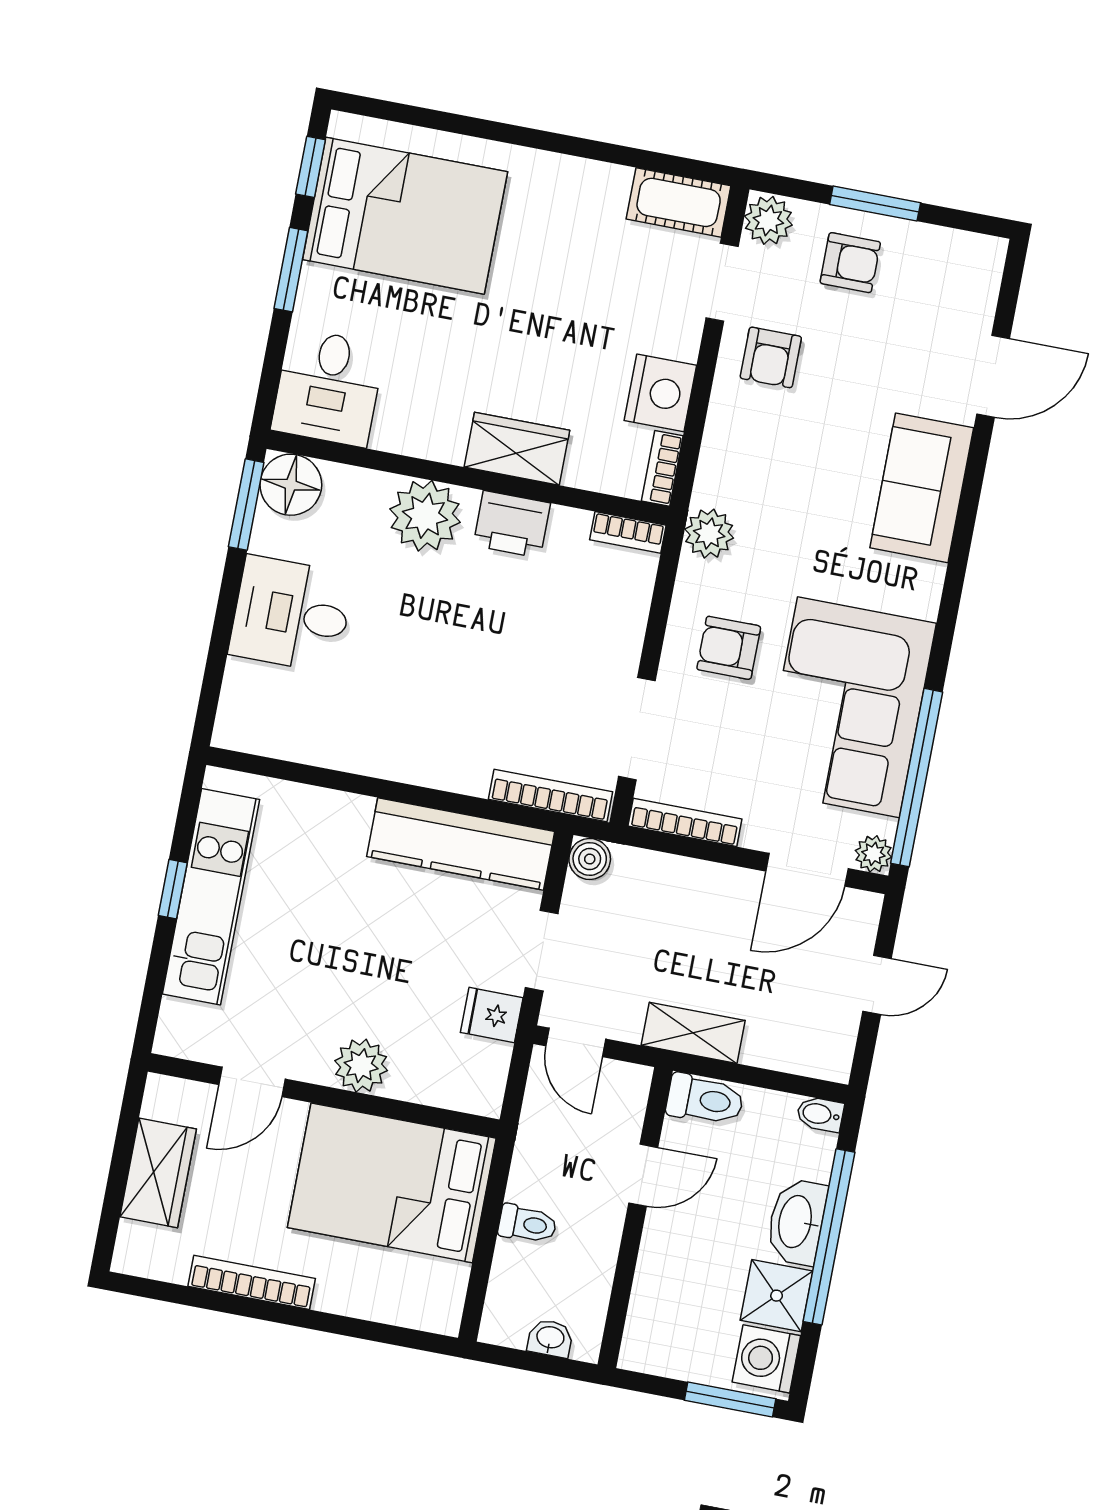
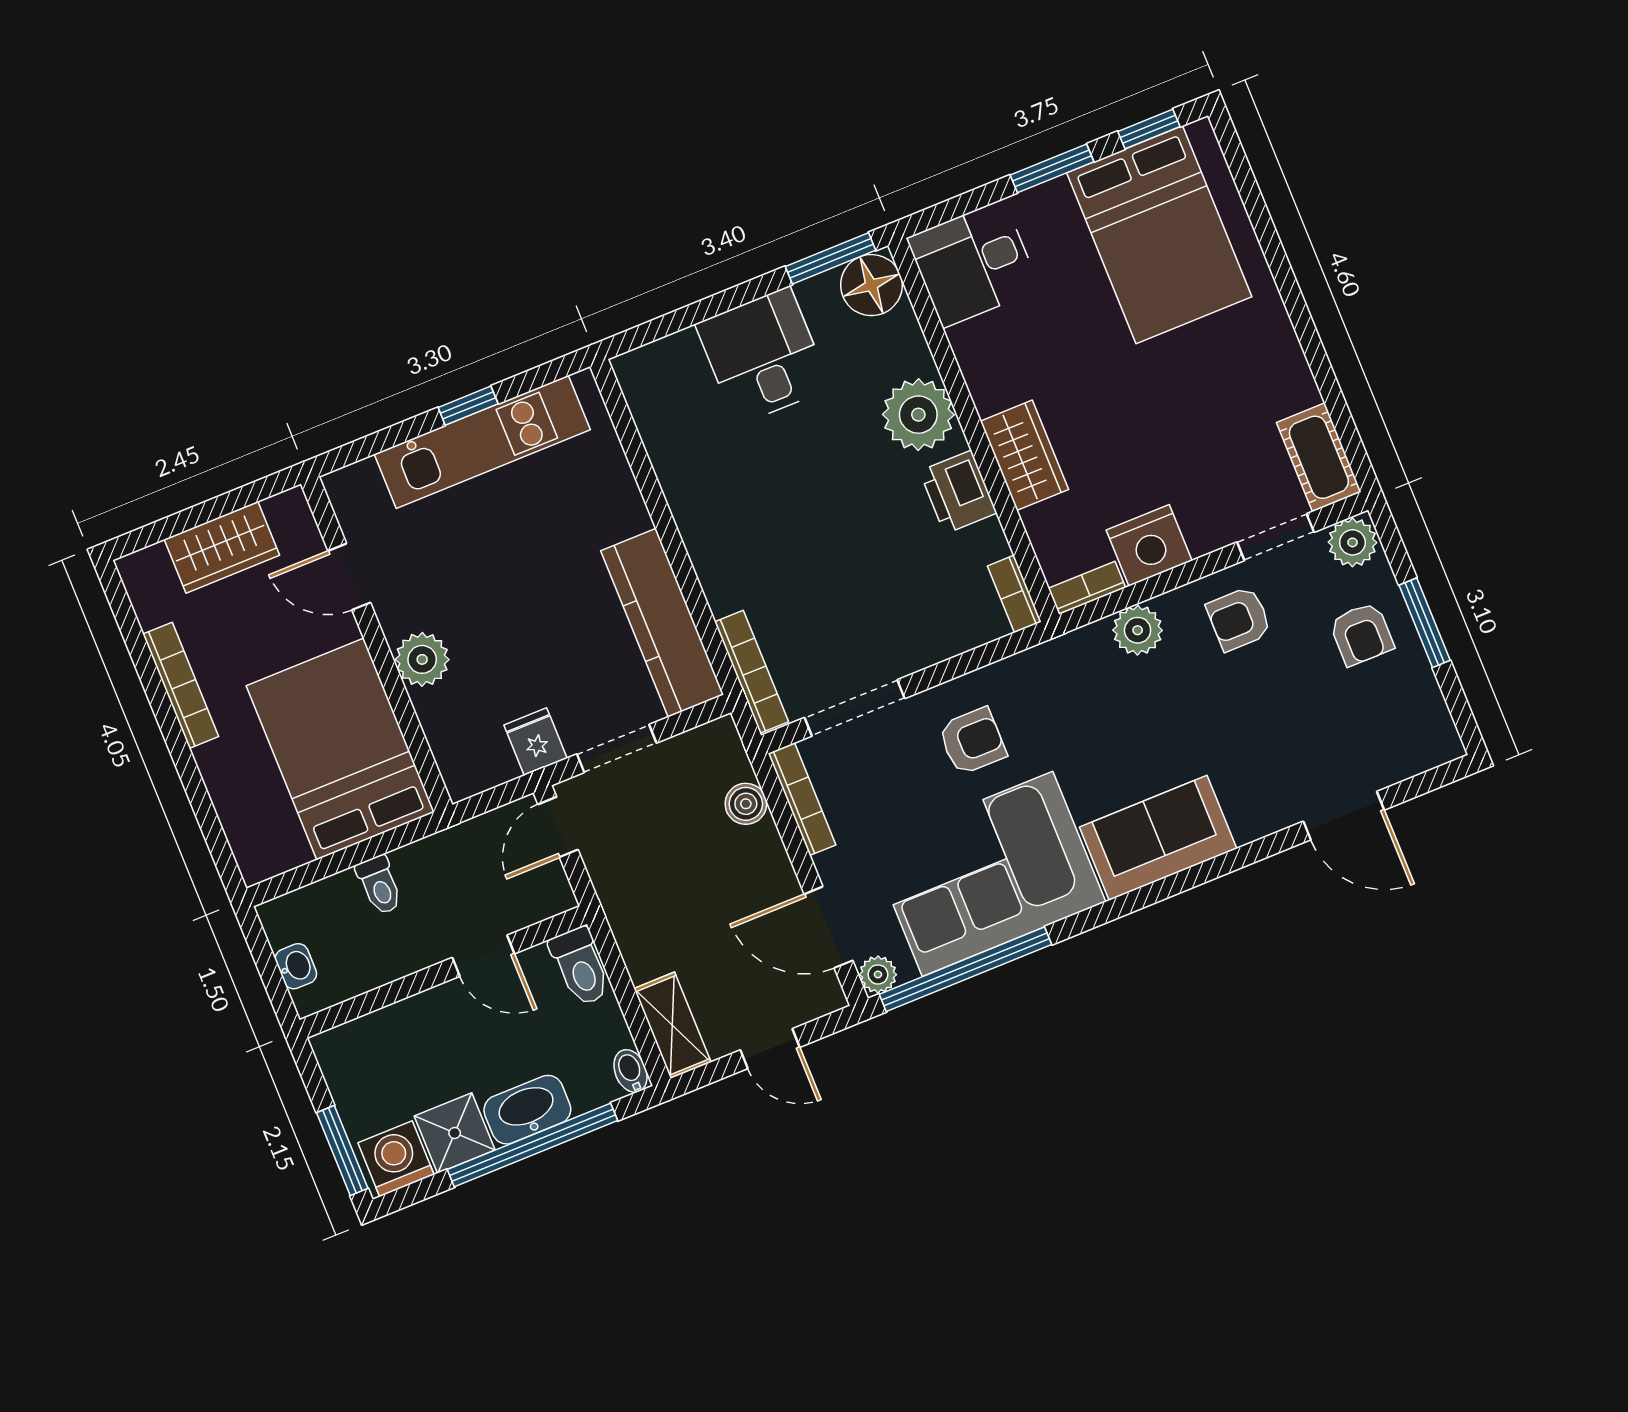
sofa: (922, 488) -> (1158, 838), moved
plant: (709, 534) -> (1138, 630), moved
armchair: (729, 648) -> (972, 741), turned 90
boiler: (590, 859) -> (746, 804), moved
shelving: (693, 1033) -> (672, 1025), moved

